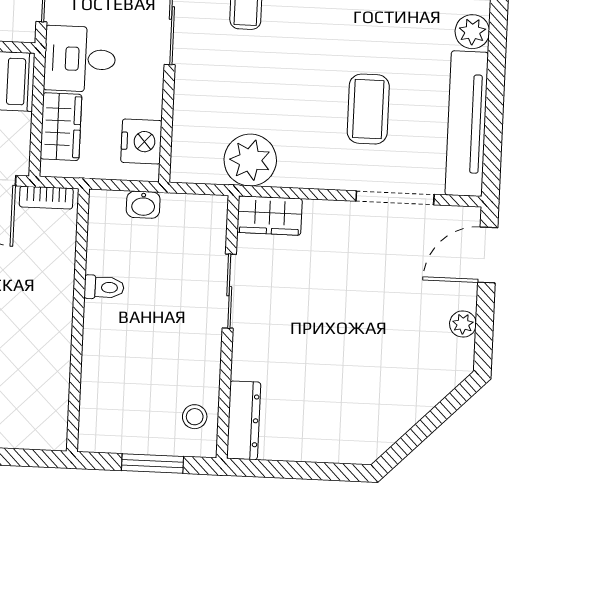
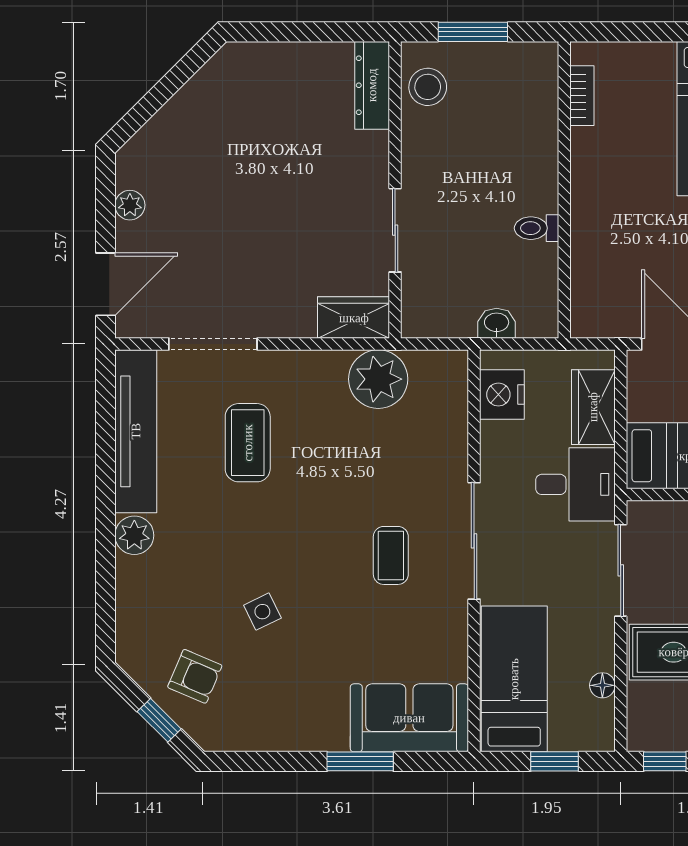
bookcase: (46, 198) -> (582, 96), moved, turned 90
stool: (195, 417) -> (428, 87), width x1.37, depth x1.37

